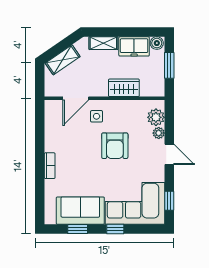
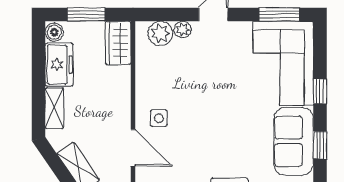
wardrobe: (124, 88) -> (118, 43), moved
armchair: (115, 146) -> (201, 92), removed
window: (169, 201) -> (279, 14), width x1.50

